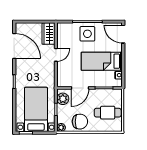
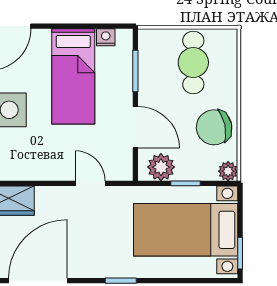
door: (56, 55) -> (90, 183), moved
chair: (80, 122) -> (214, 127), turned -102

